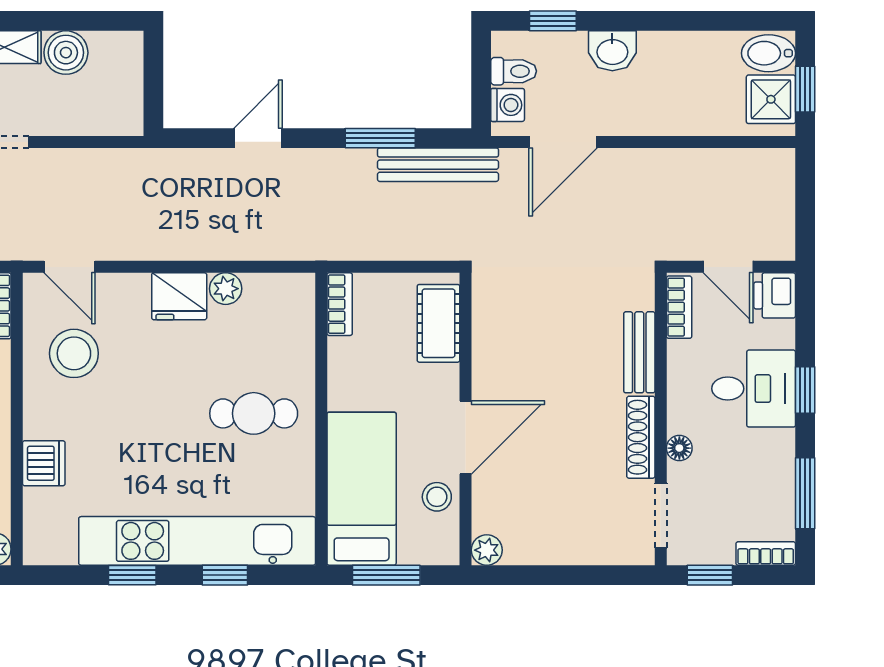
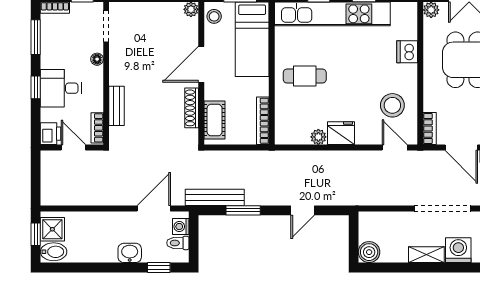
boiler: (66, 53) -> (369, 252), moved
bookcase: (340, 304) -> (263, 121), width x1.56
shoe rack: (641, 437) -> (192, 108), moved, turned 180
stool: (437, 497) -> (214, 16), moved

